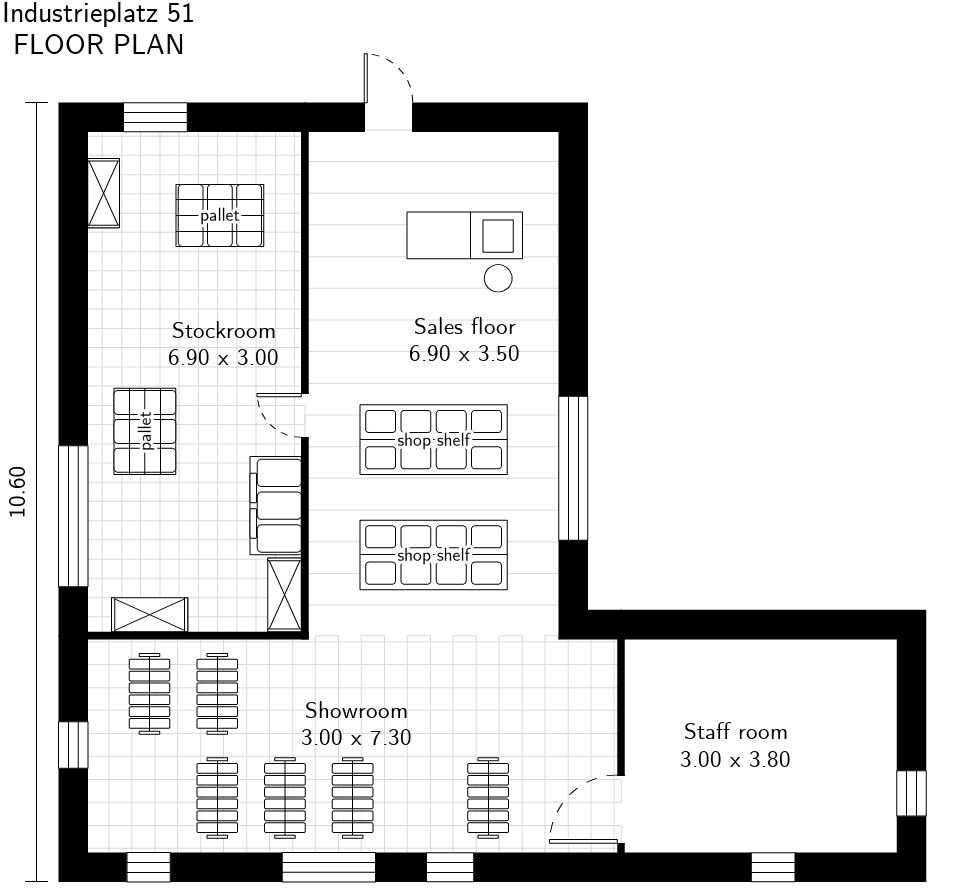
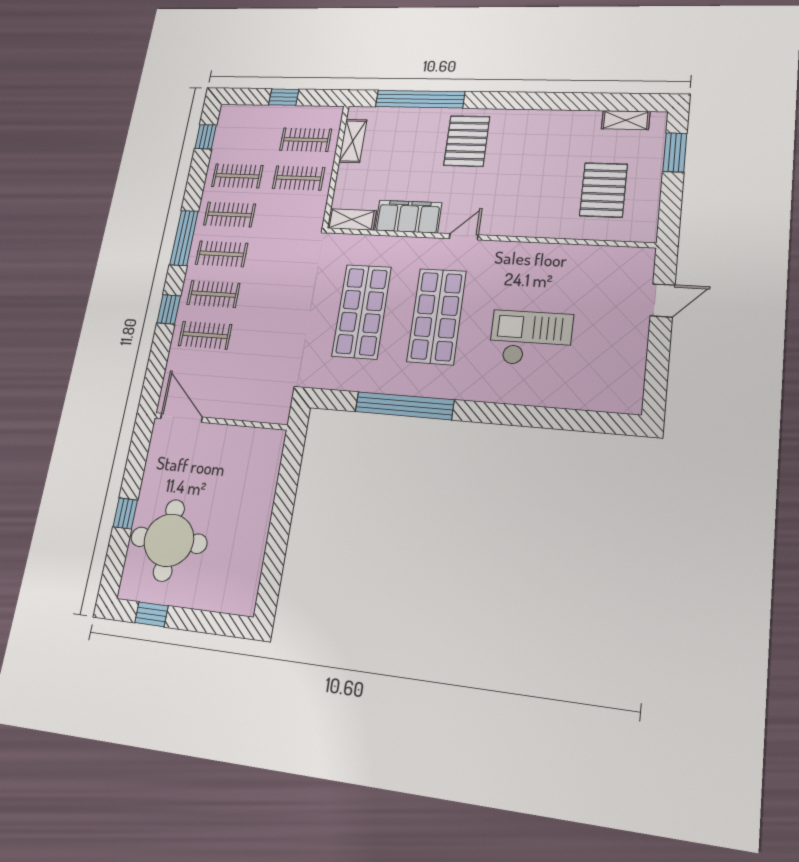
checkout: (465, 252) -> (531, 338), moved, turned -90
pallet: (145, 431) -> (467, 141), turned 90
round table: (804, 790) -> (169, 540), added
clothes rail: (420, 798) -> (213, 294), added

